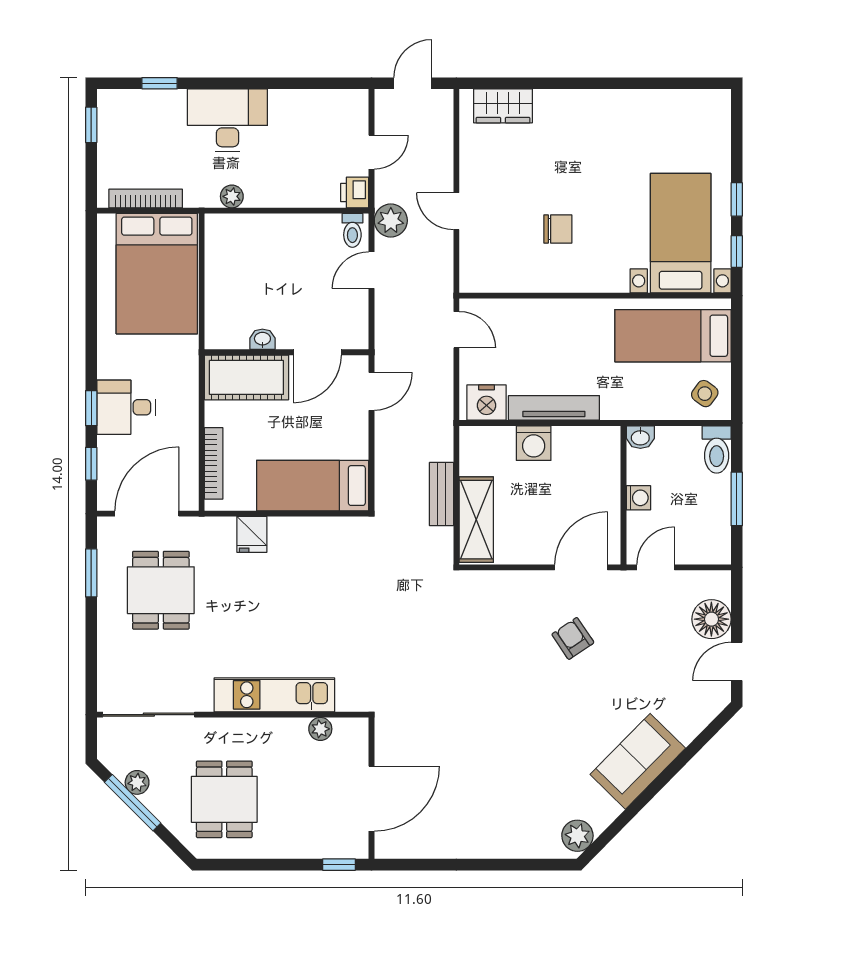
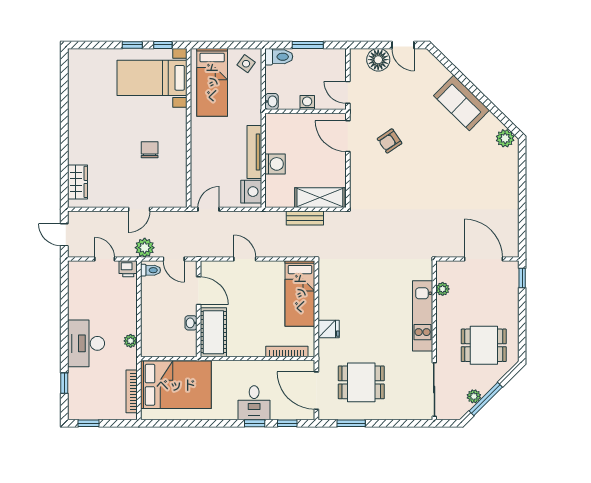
washbasin: (262, 339) -> (191, 323), moved
wall: (287, 352) -> (199, 309), moved
door: (317, 352) -> (199, 291), moved
cot: (246, 377) -> (213, 332), moved

